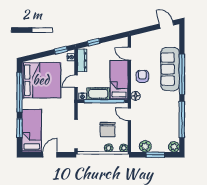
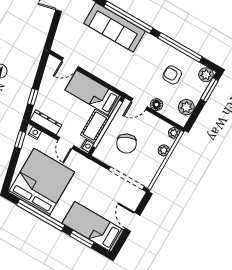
armchair: (142, 76) -> (172, 75), moved
floor lamp: (136, 96) -> (157, 105), moved
chair: (108, 130) -> (126, 144), moved, turned 65
window: (155, 155) -> (209, 90), moved

